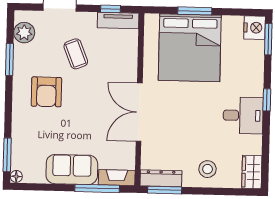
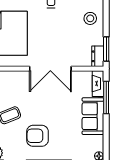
armchair: (46, 92) -> (37, 136), turned 180
dresser: (161, 178) -> (98, 56), width x0.70

